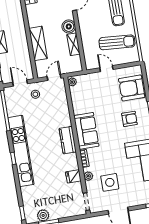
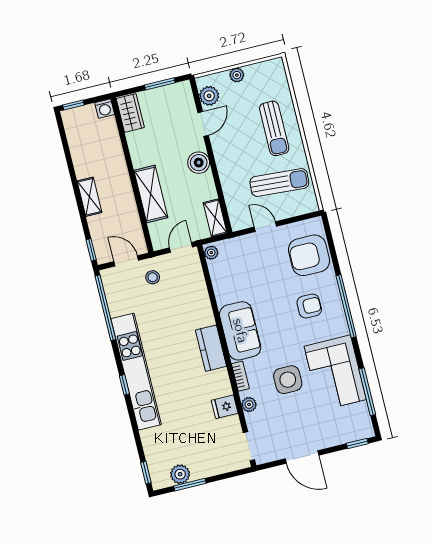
shelving: (73, 44) -> (215, 218), moved
side table: (110, 182) -> (288, 380), moved

